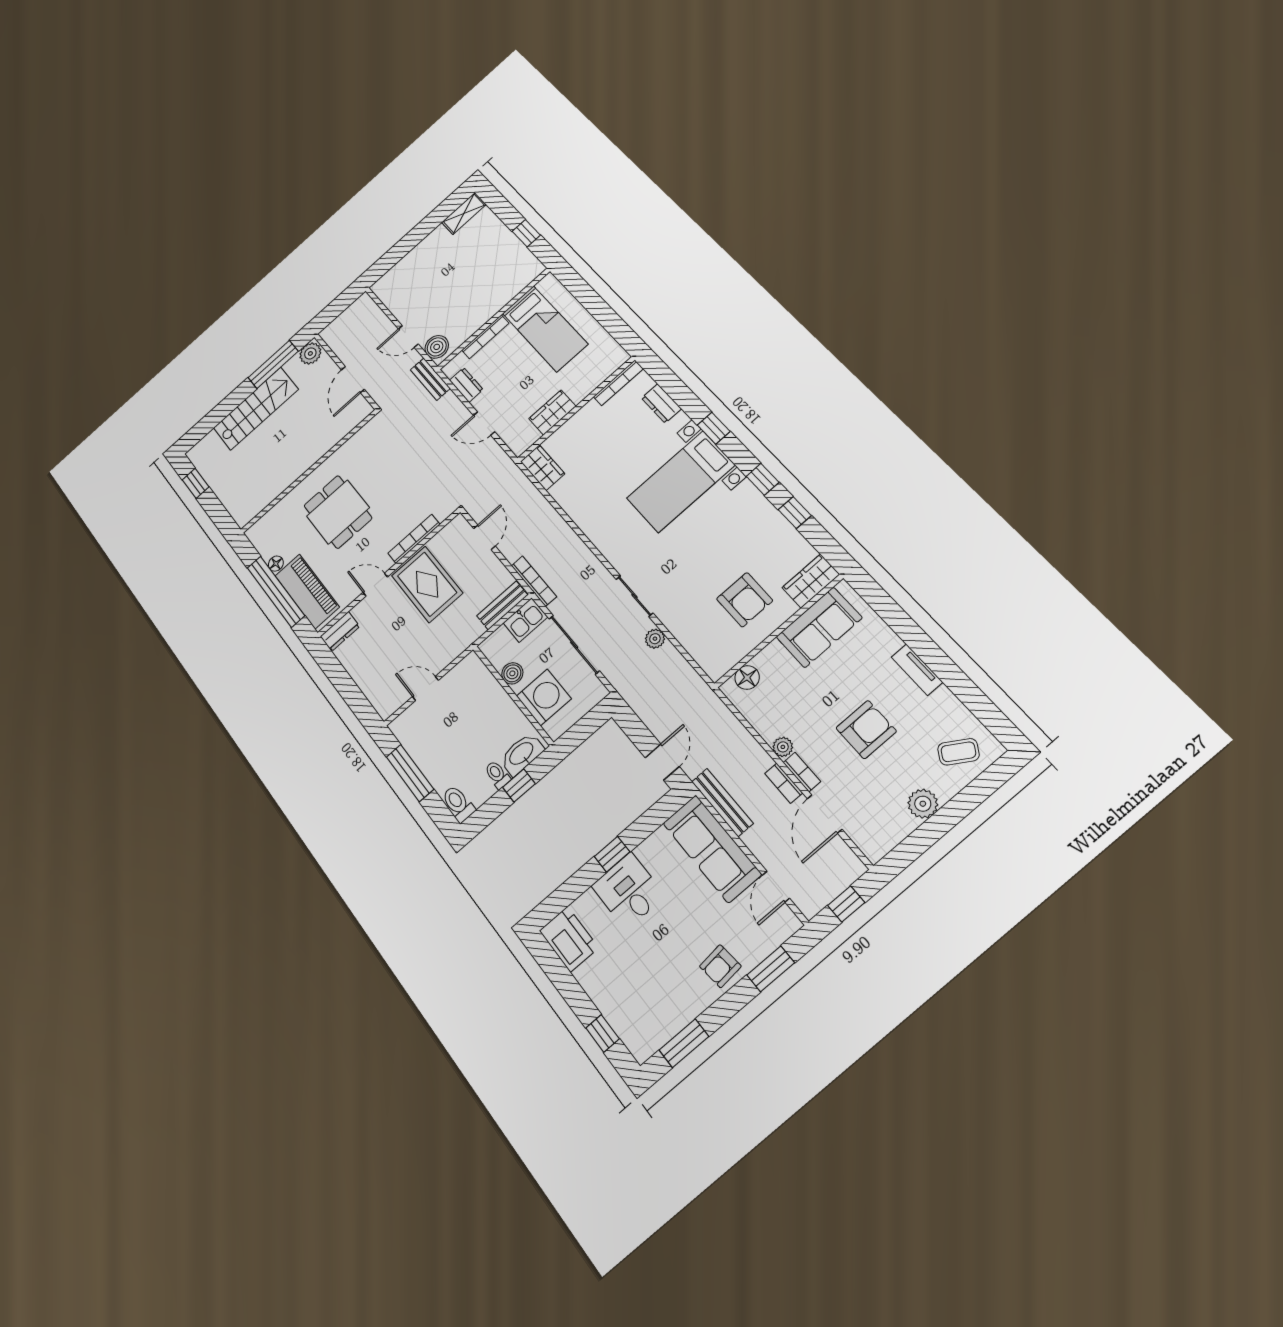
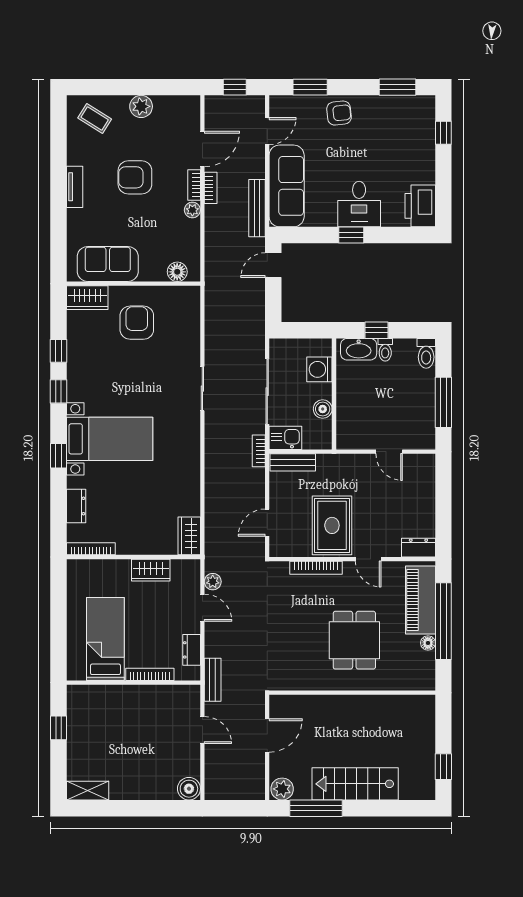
boiler: (437, 347) -> (189, 789), moved
bookcase: (534, 581) -> (259, 451), width x0.64
plant: (655, 639) -> (213, 582), moved
washing machine: (544, 697) -> (319, 369), width x0.73, depth x0.73

